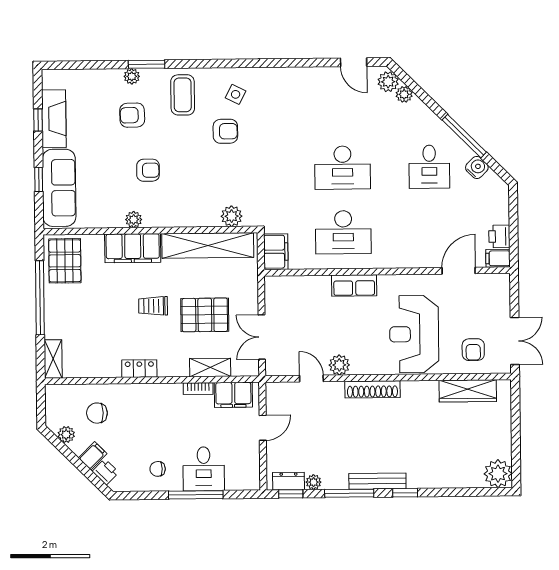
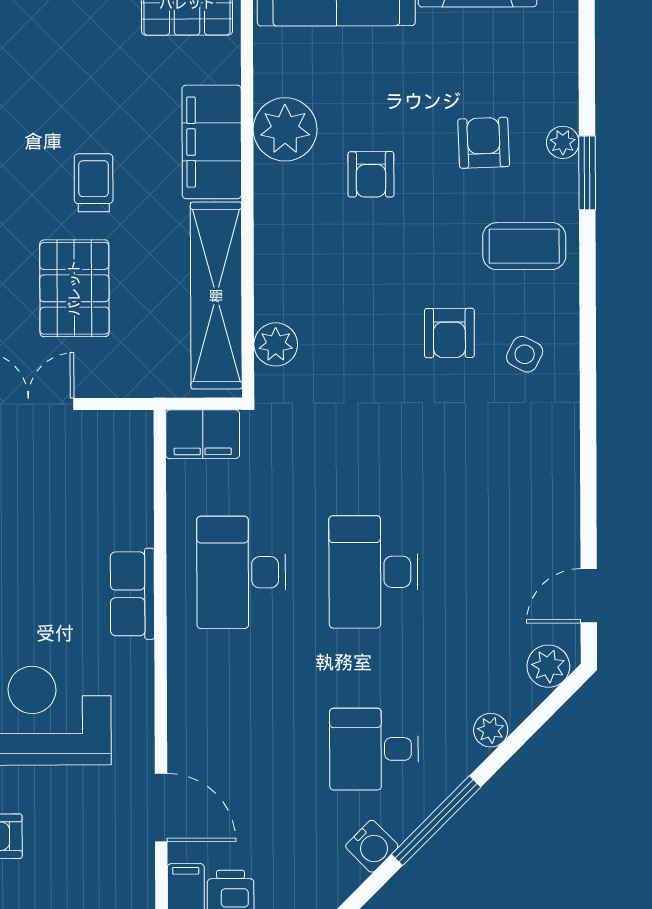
plant: (404, 94) -> (491, 730), moved
plant: (134, 220) -> (285, 129), width x1.88, depth x1.88

